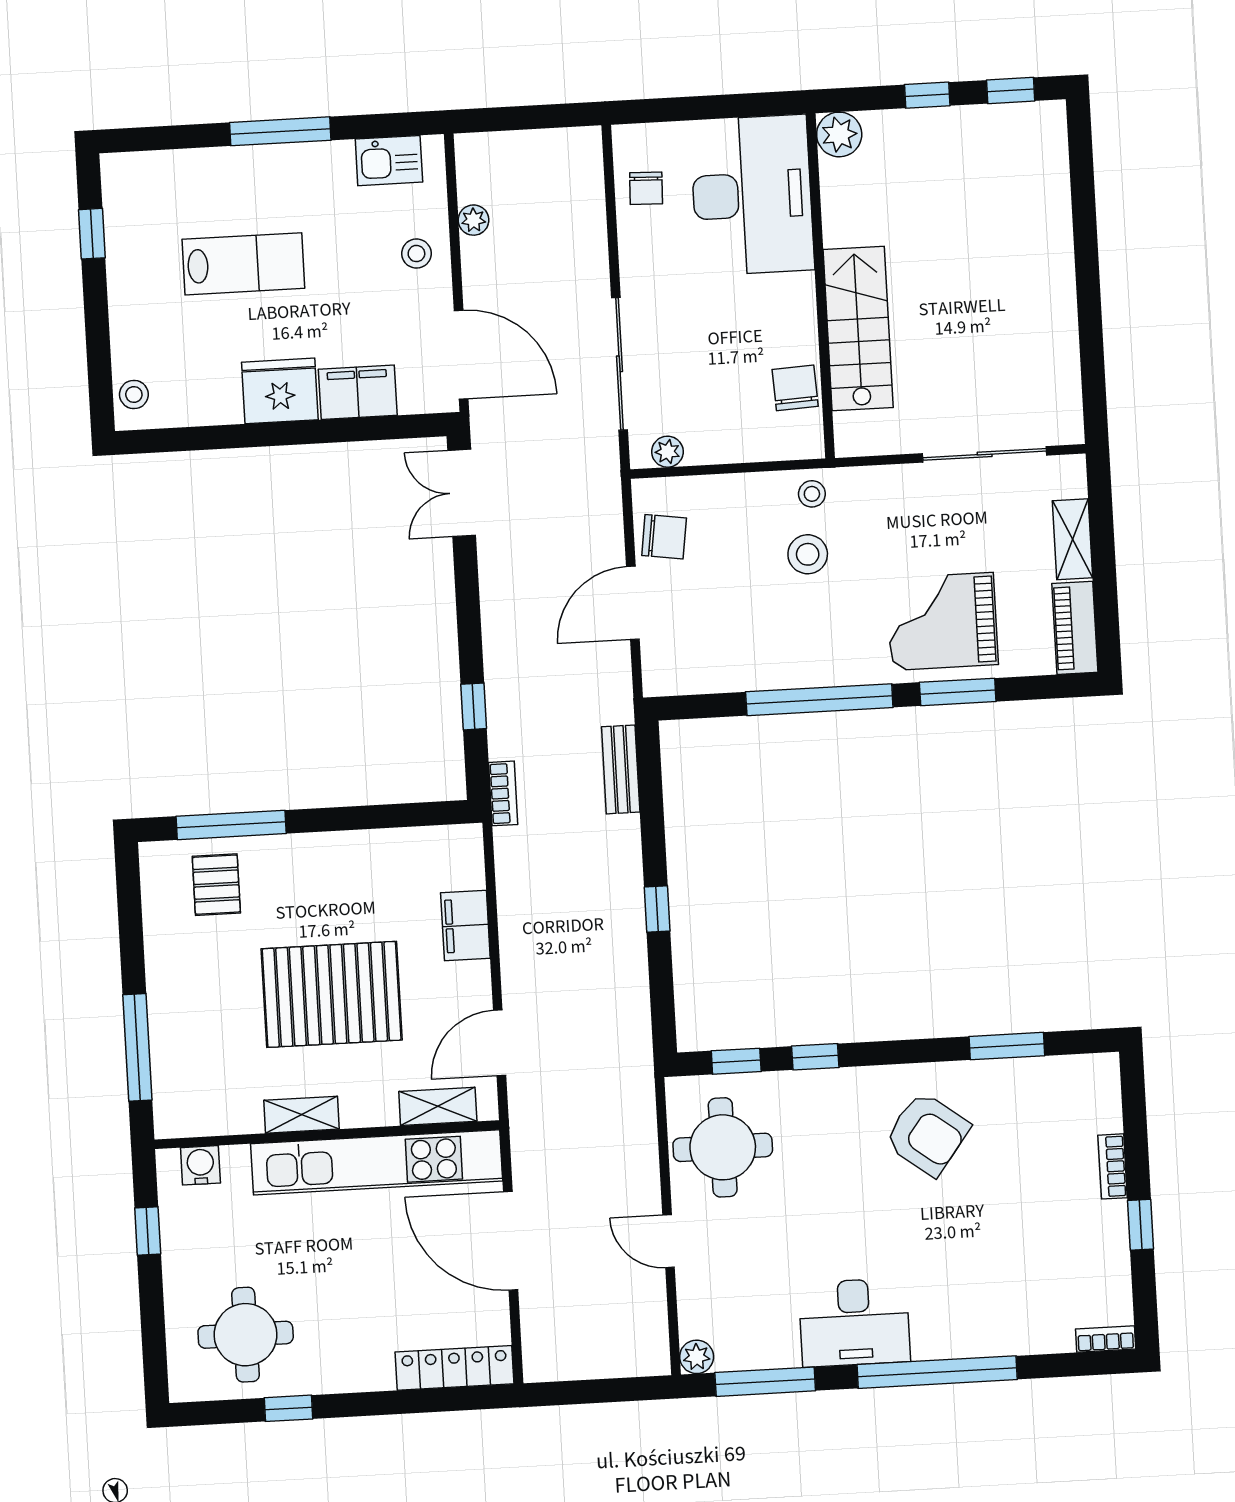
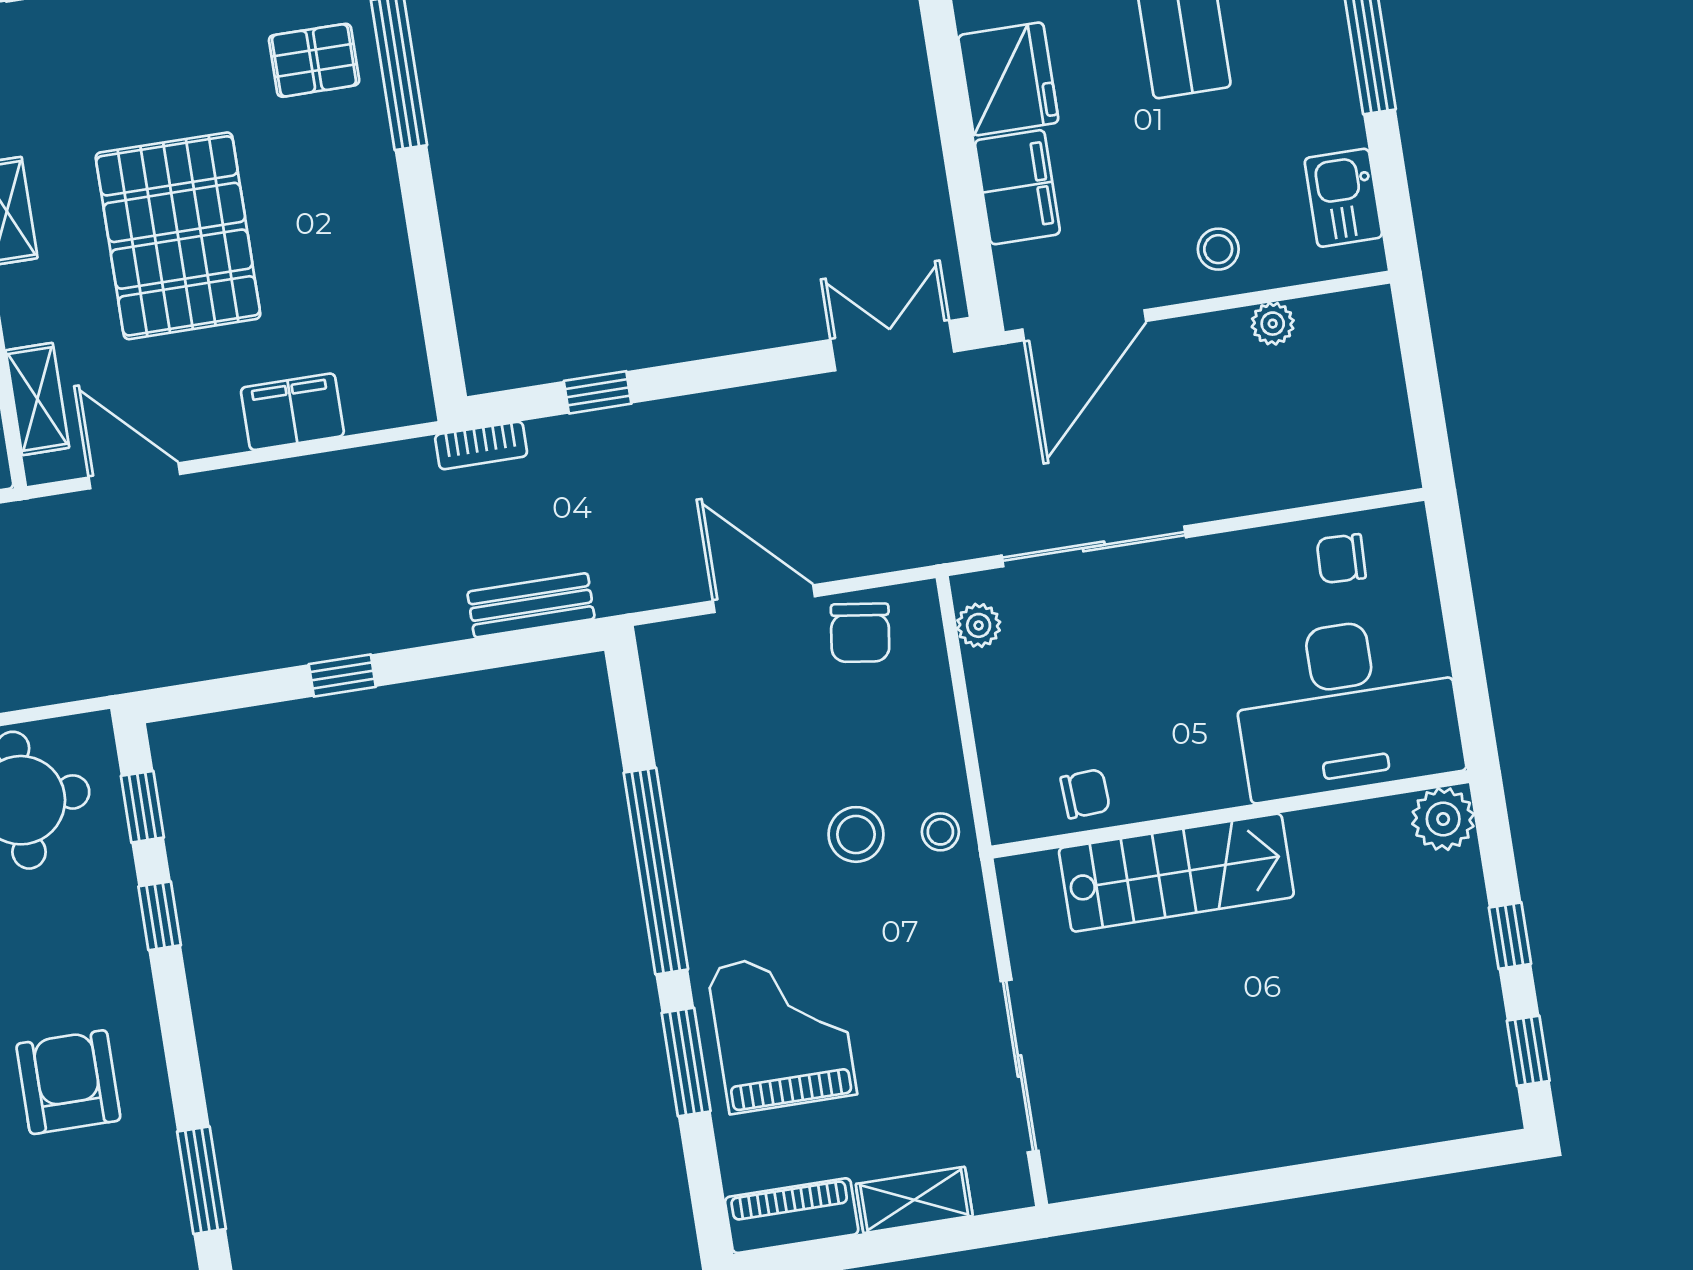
chair: (795, 388) -> (1085, 794), width x0.73, depth x0.73
armchair: (927, 1134) -> (68, 1082), turned 143

